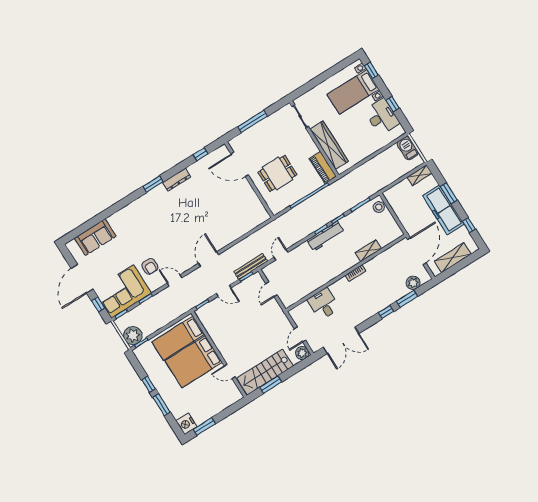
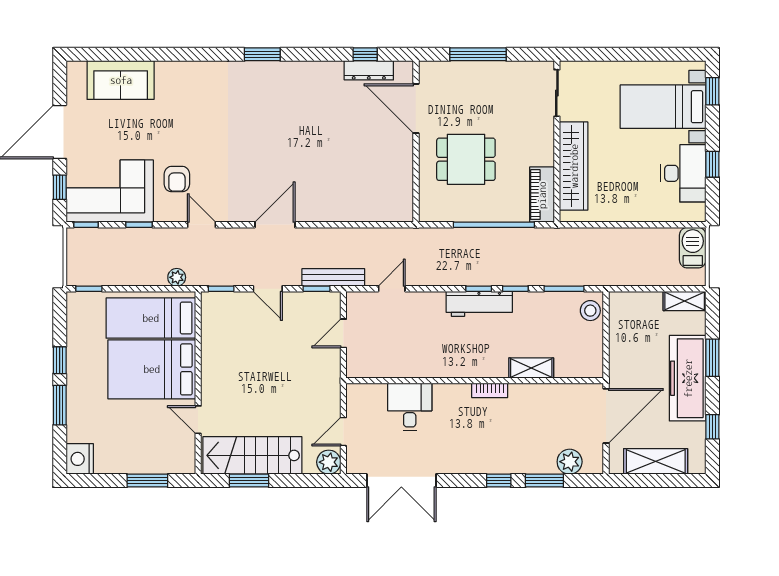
dresser: (177, 180) -> (369, 70), moved
plant: (133, 336) -> (177, 277), moved, width x0.53, depth x0.53
window: (204, 426) -> (147, 481), moved

